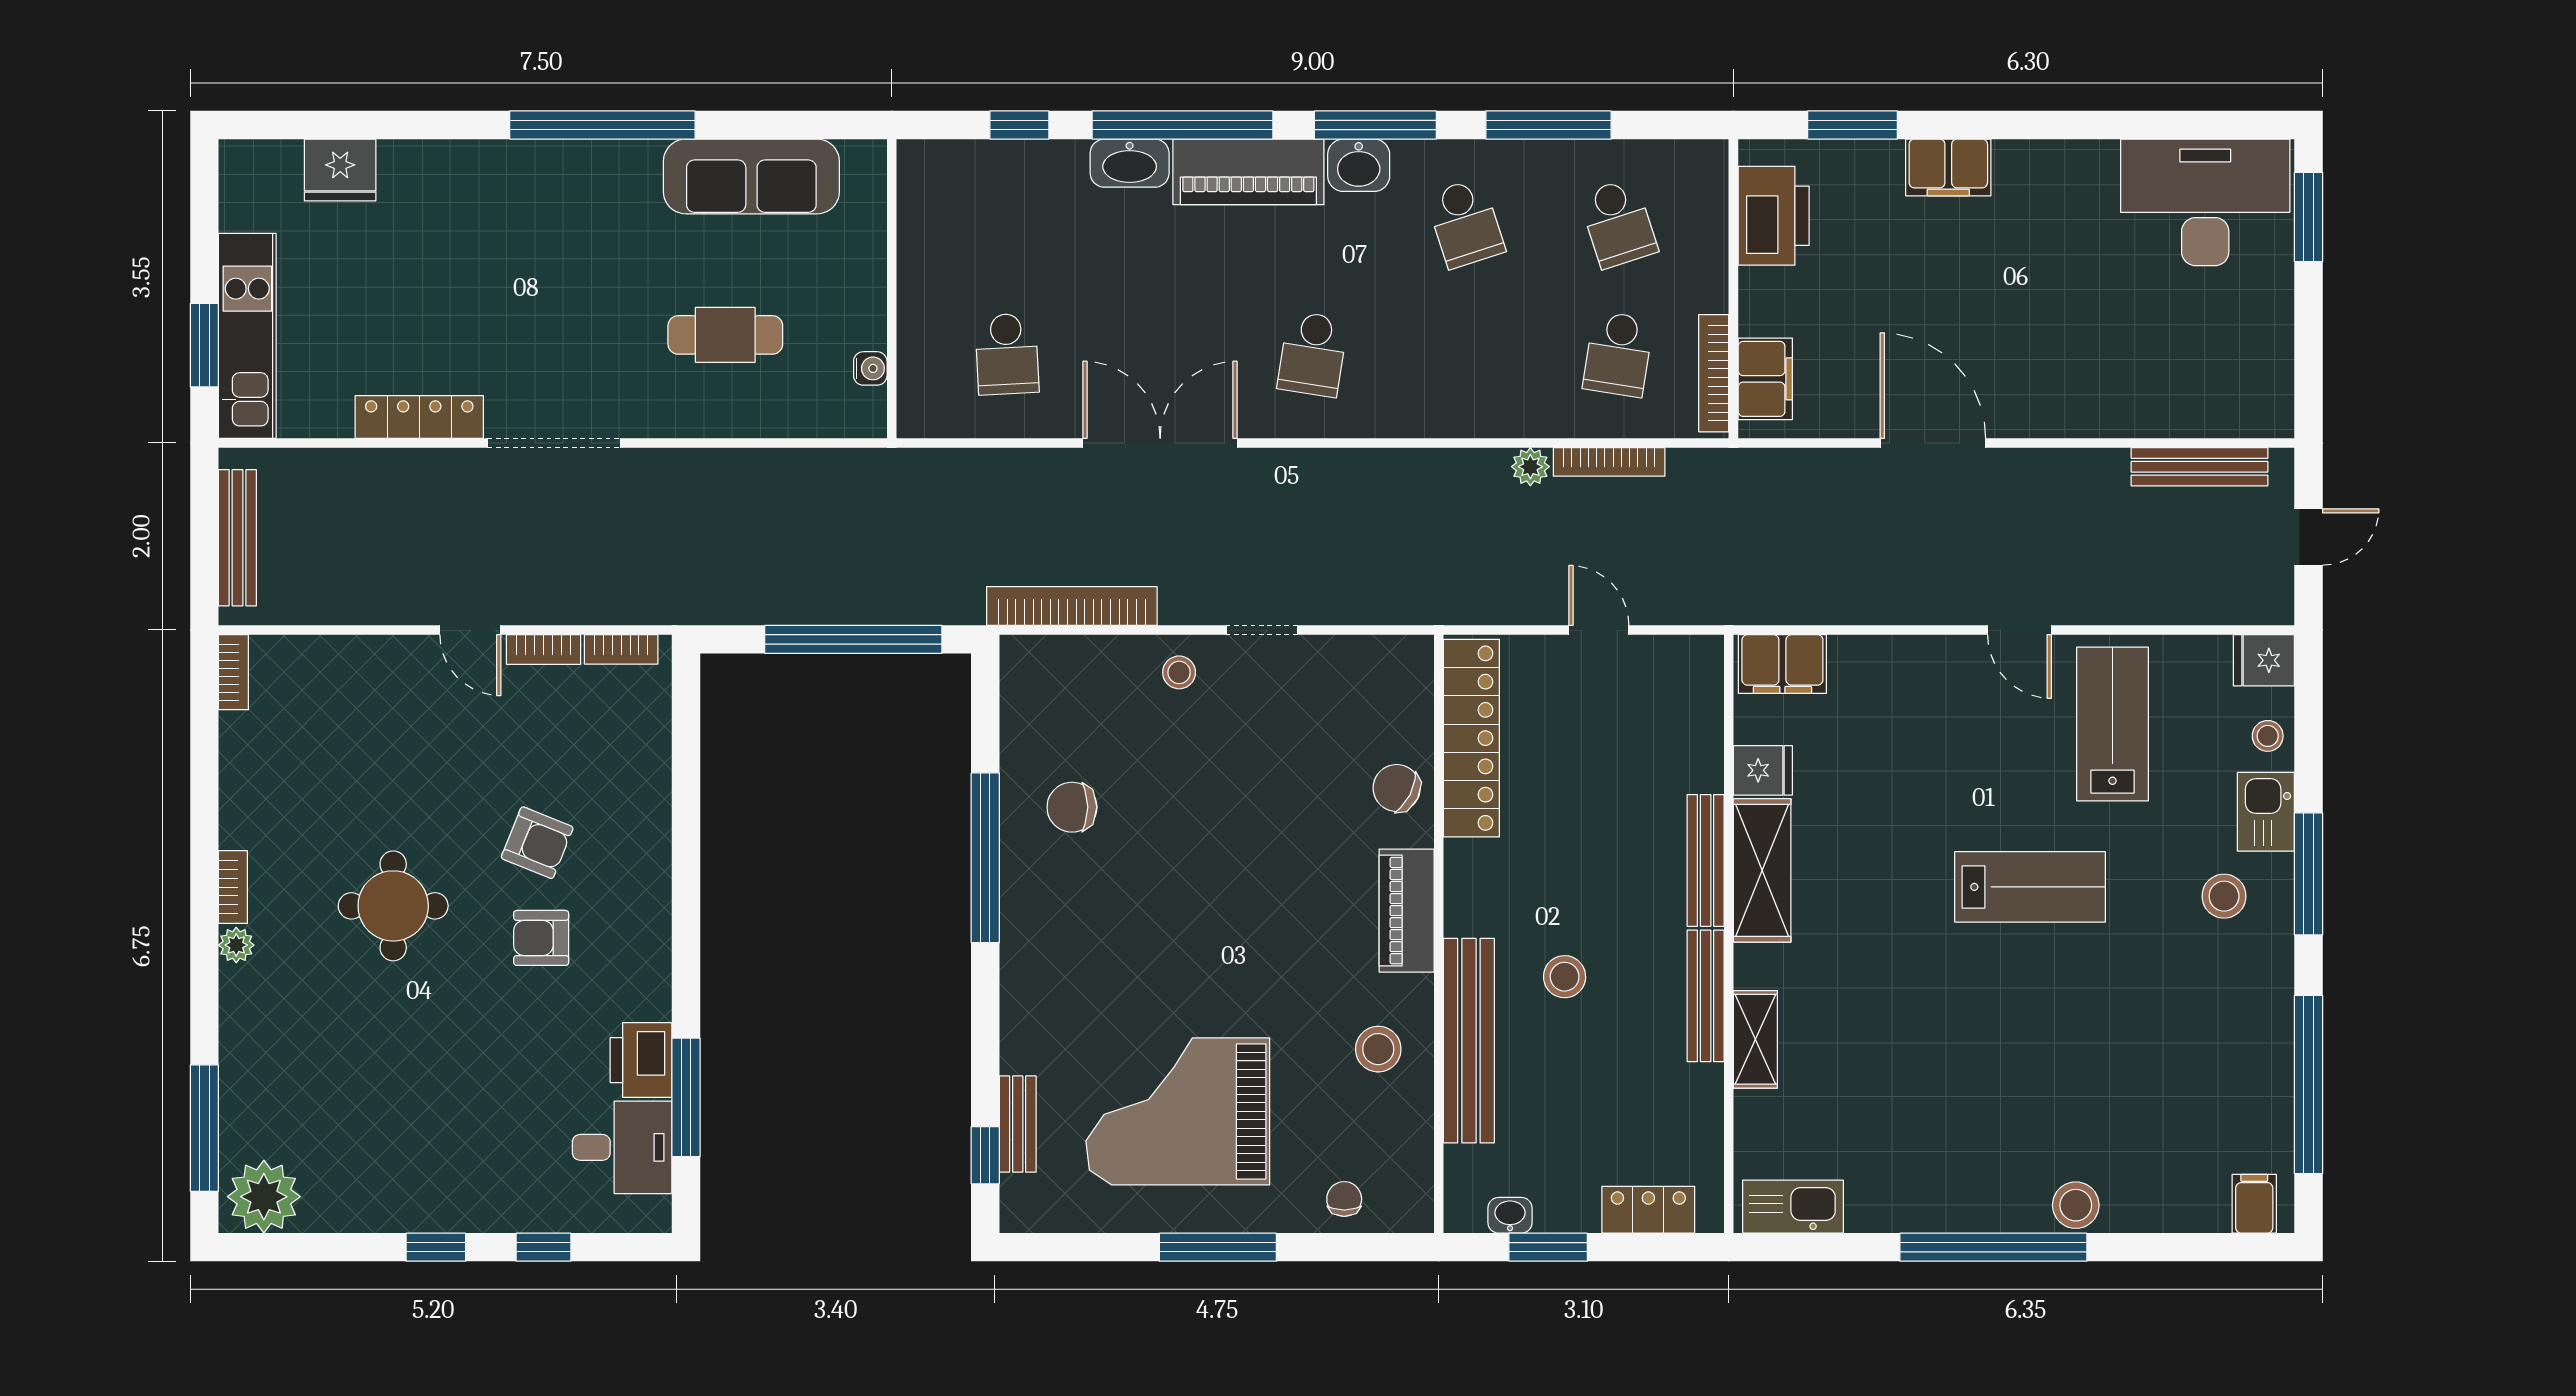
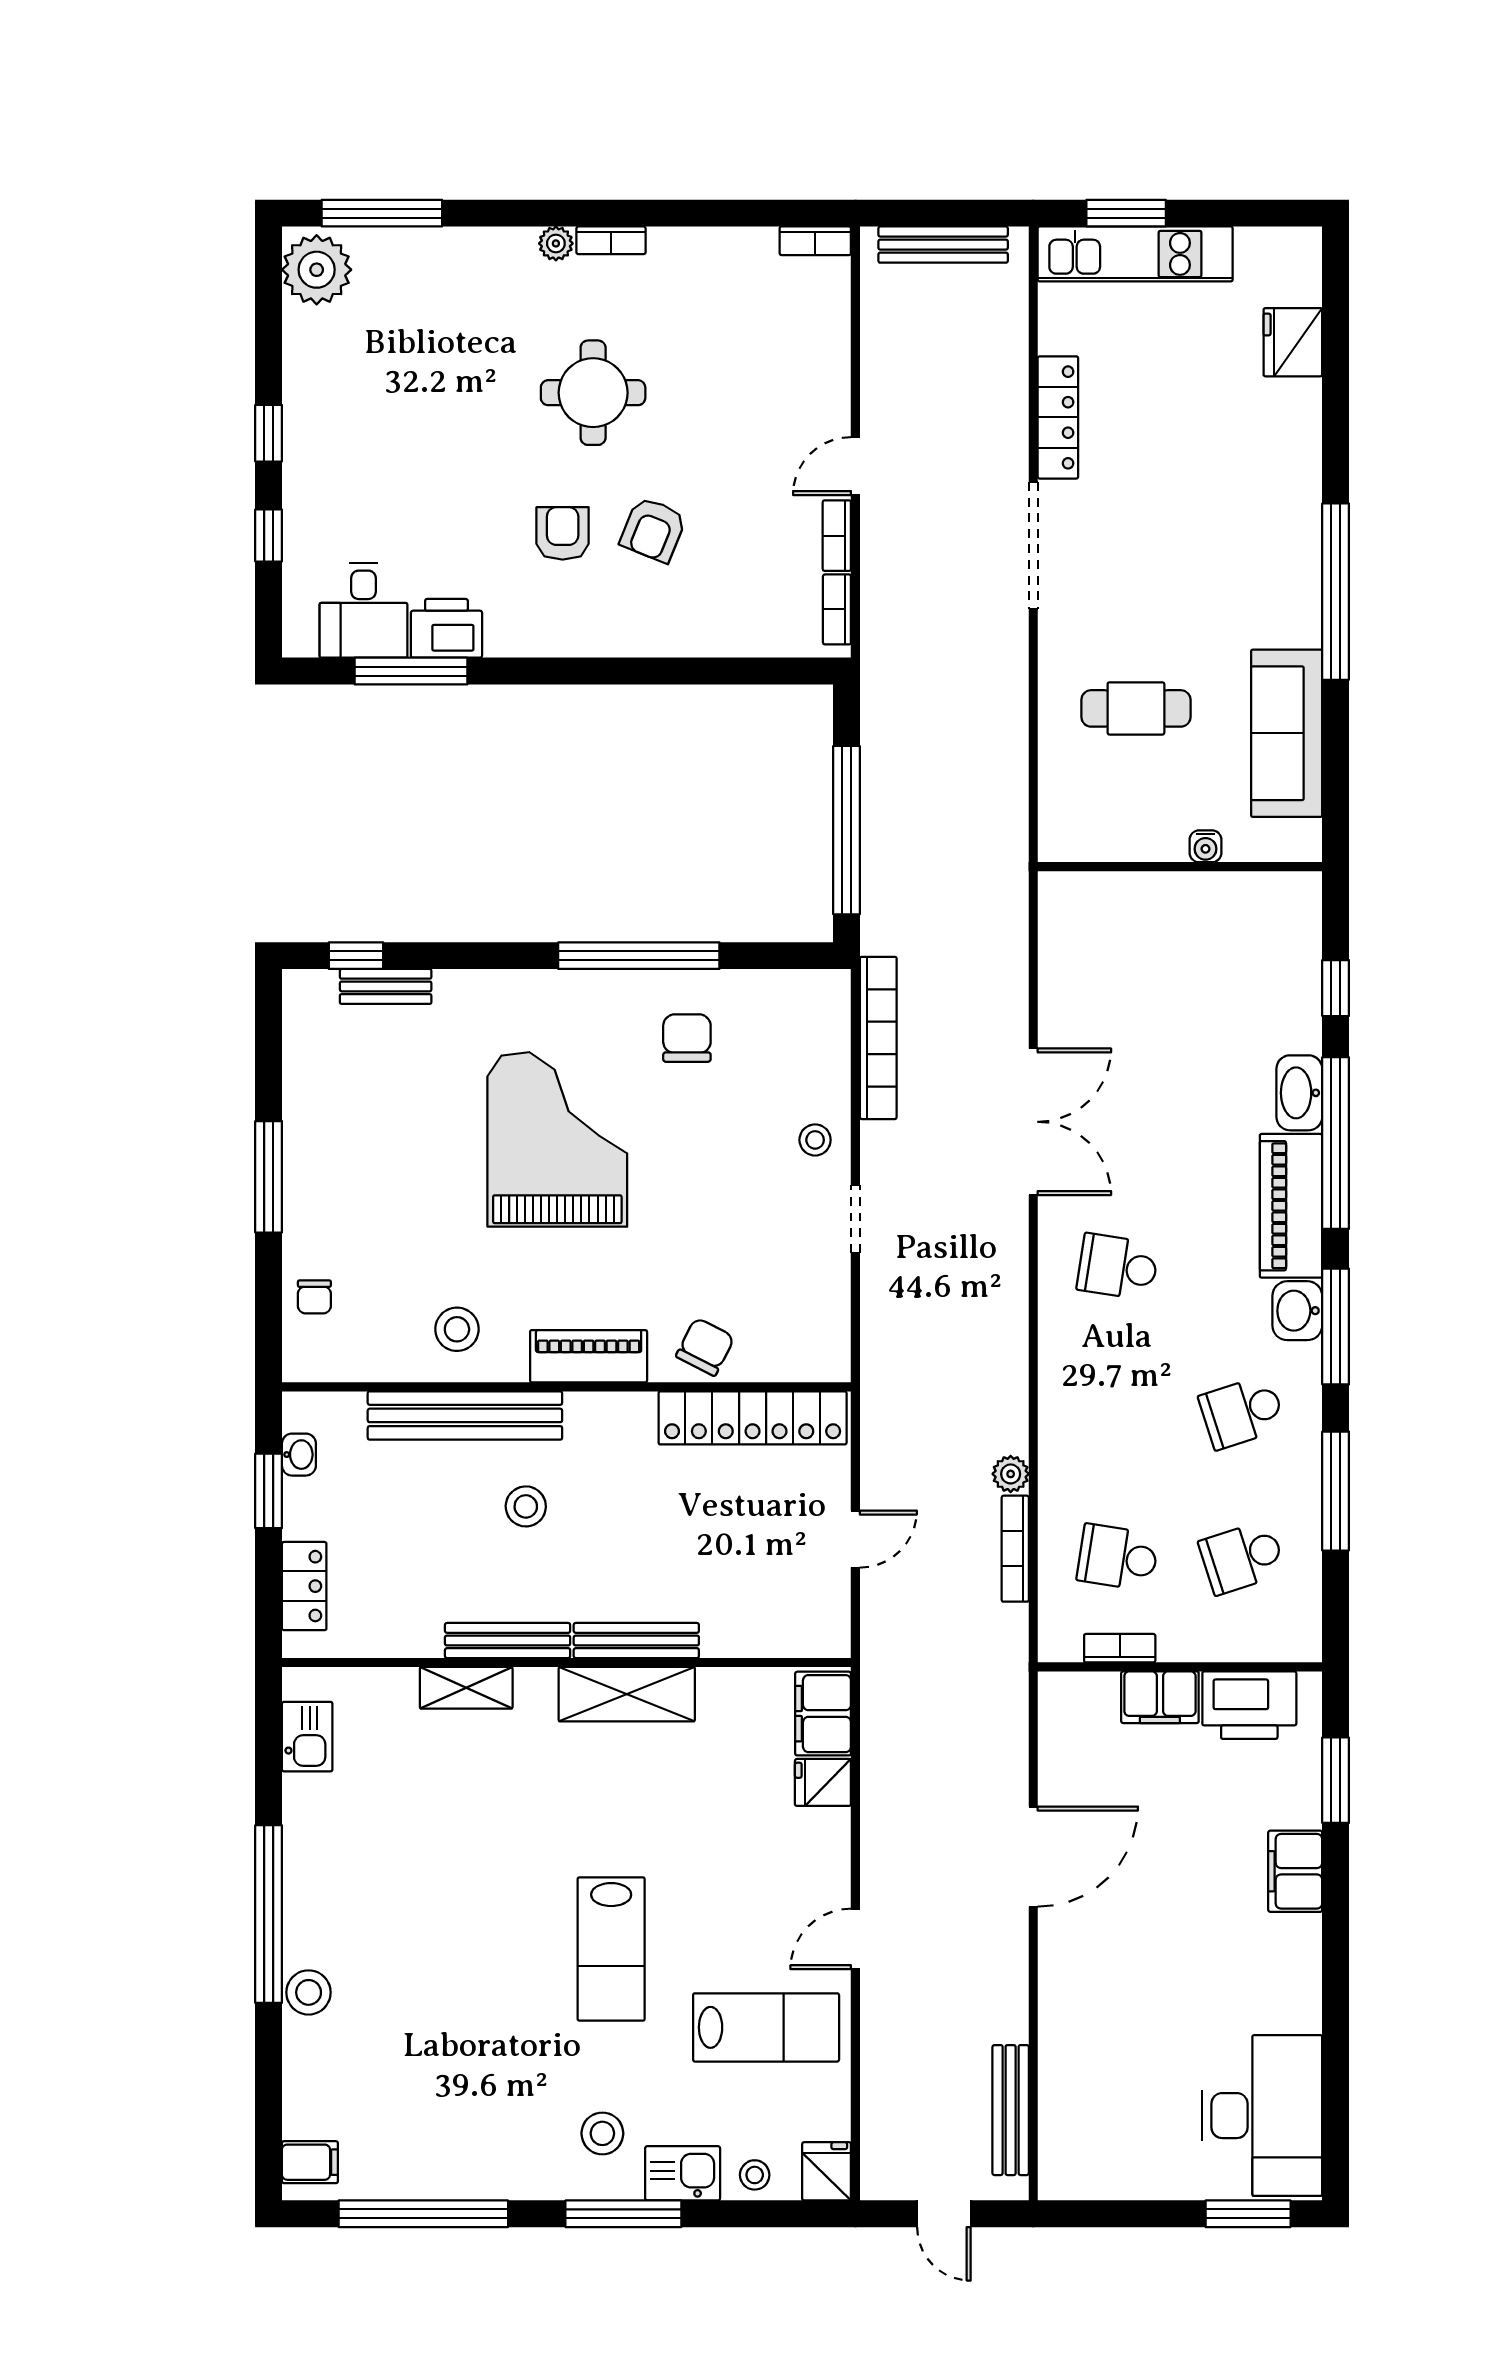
cafe table: (725, 335) -> (1136, 708), turned 90
school desk: (1007, 354) -> (1118, 976), removed
water cooler: (870, 368) -> (1206, 846), moved
bookcase: (1714, 373) -> (1120, 1648), width x0.64
filing cabinet: (1765, 379) -> (1160, 1697), moved
fridge: (1763, 770) -> (823, 1782), moved, turned 90
grand piano: (1178, 1111) -> (557, 1139), moved
chair: (1344, 1199) -> (314, 1297), turned 90
kitchen sink: (1793, 1207) -> (307, 1737), width x0.73

